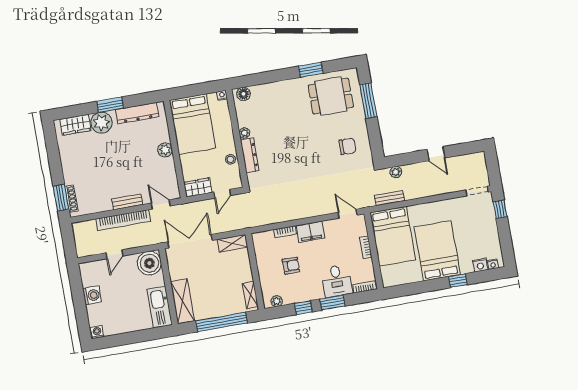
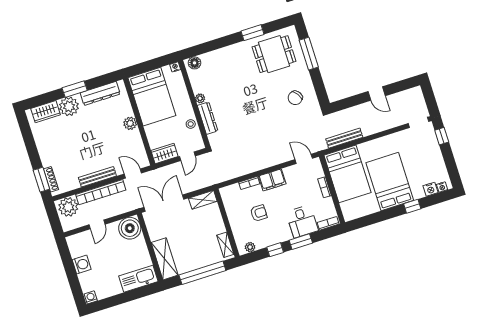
chair: (347, 146) -> (295, 98), turned 145
plant: (396, 172) -> (68, 207), moved, width x1.87, depth x1.87
bench: (389, 198) -> (344, 138), width x1.36
bench: (127, 202) -> (97, 177), width x1.36
kitchen sink: (160, 307) -> (138, 279), moved, turned 90

